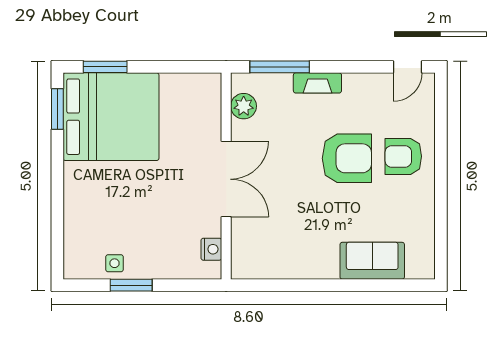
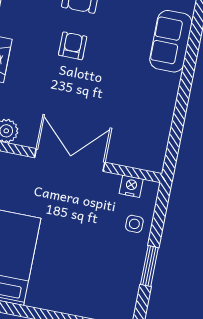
armchair: (347, 158) -> (73, 46), width x0.53, depth x0.53
side table: (114, 263) -> (134, 224), moved

